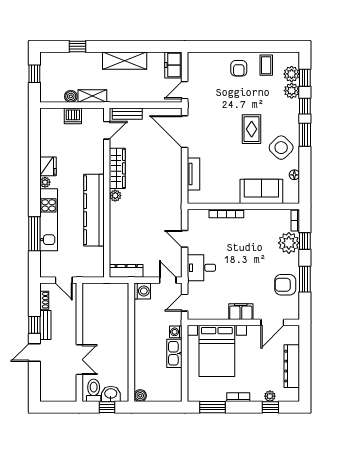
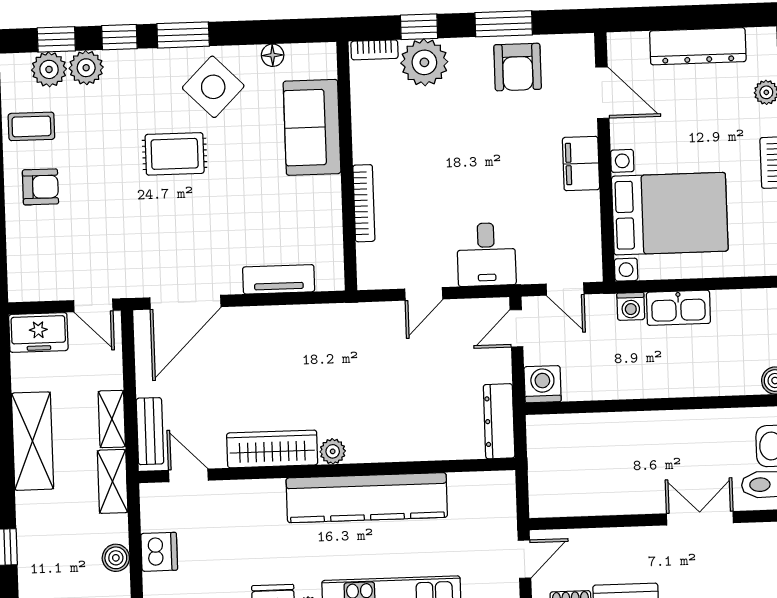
shelving: (92, 96) -> (113, 481), moved
shelving: (133, 97) -> (112, 419), added

